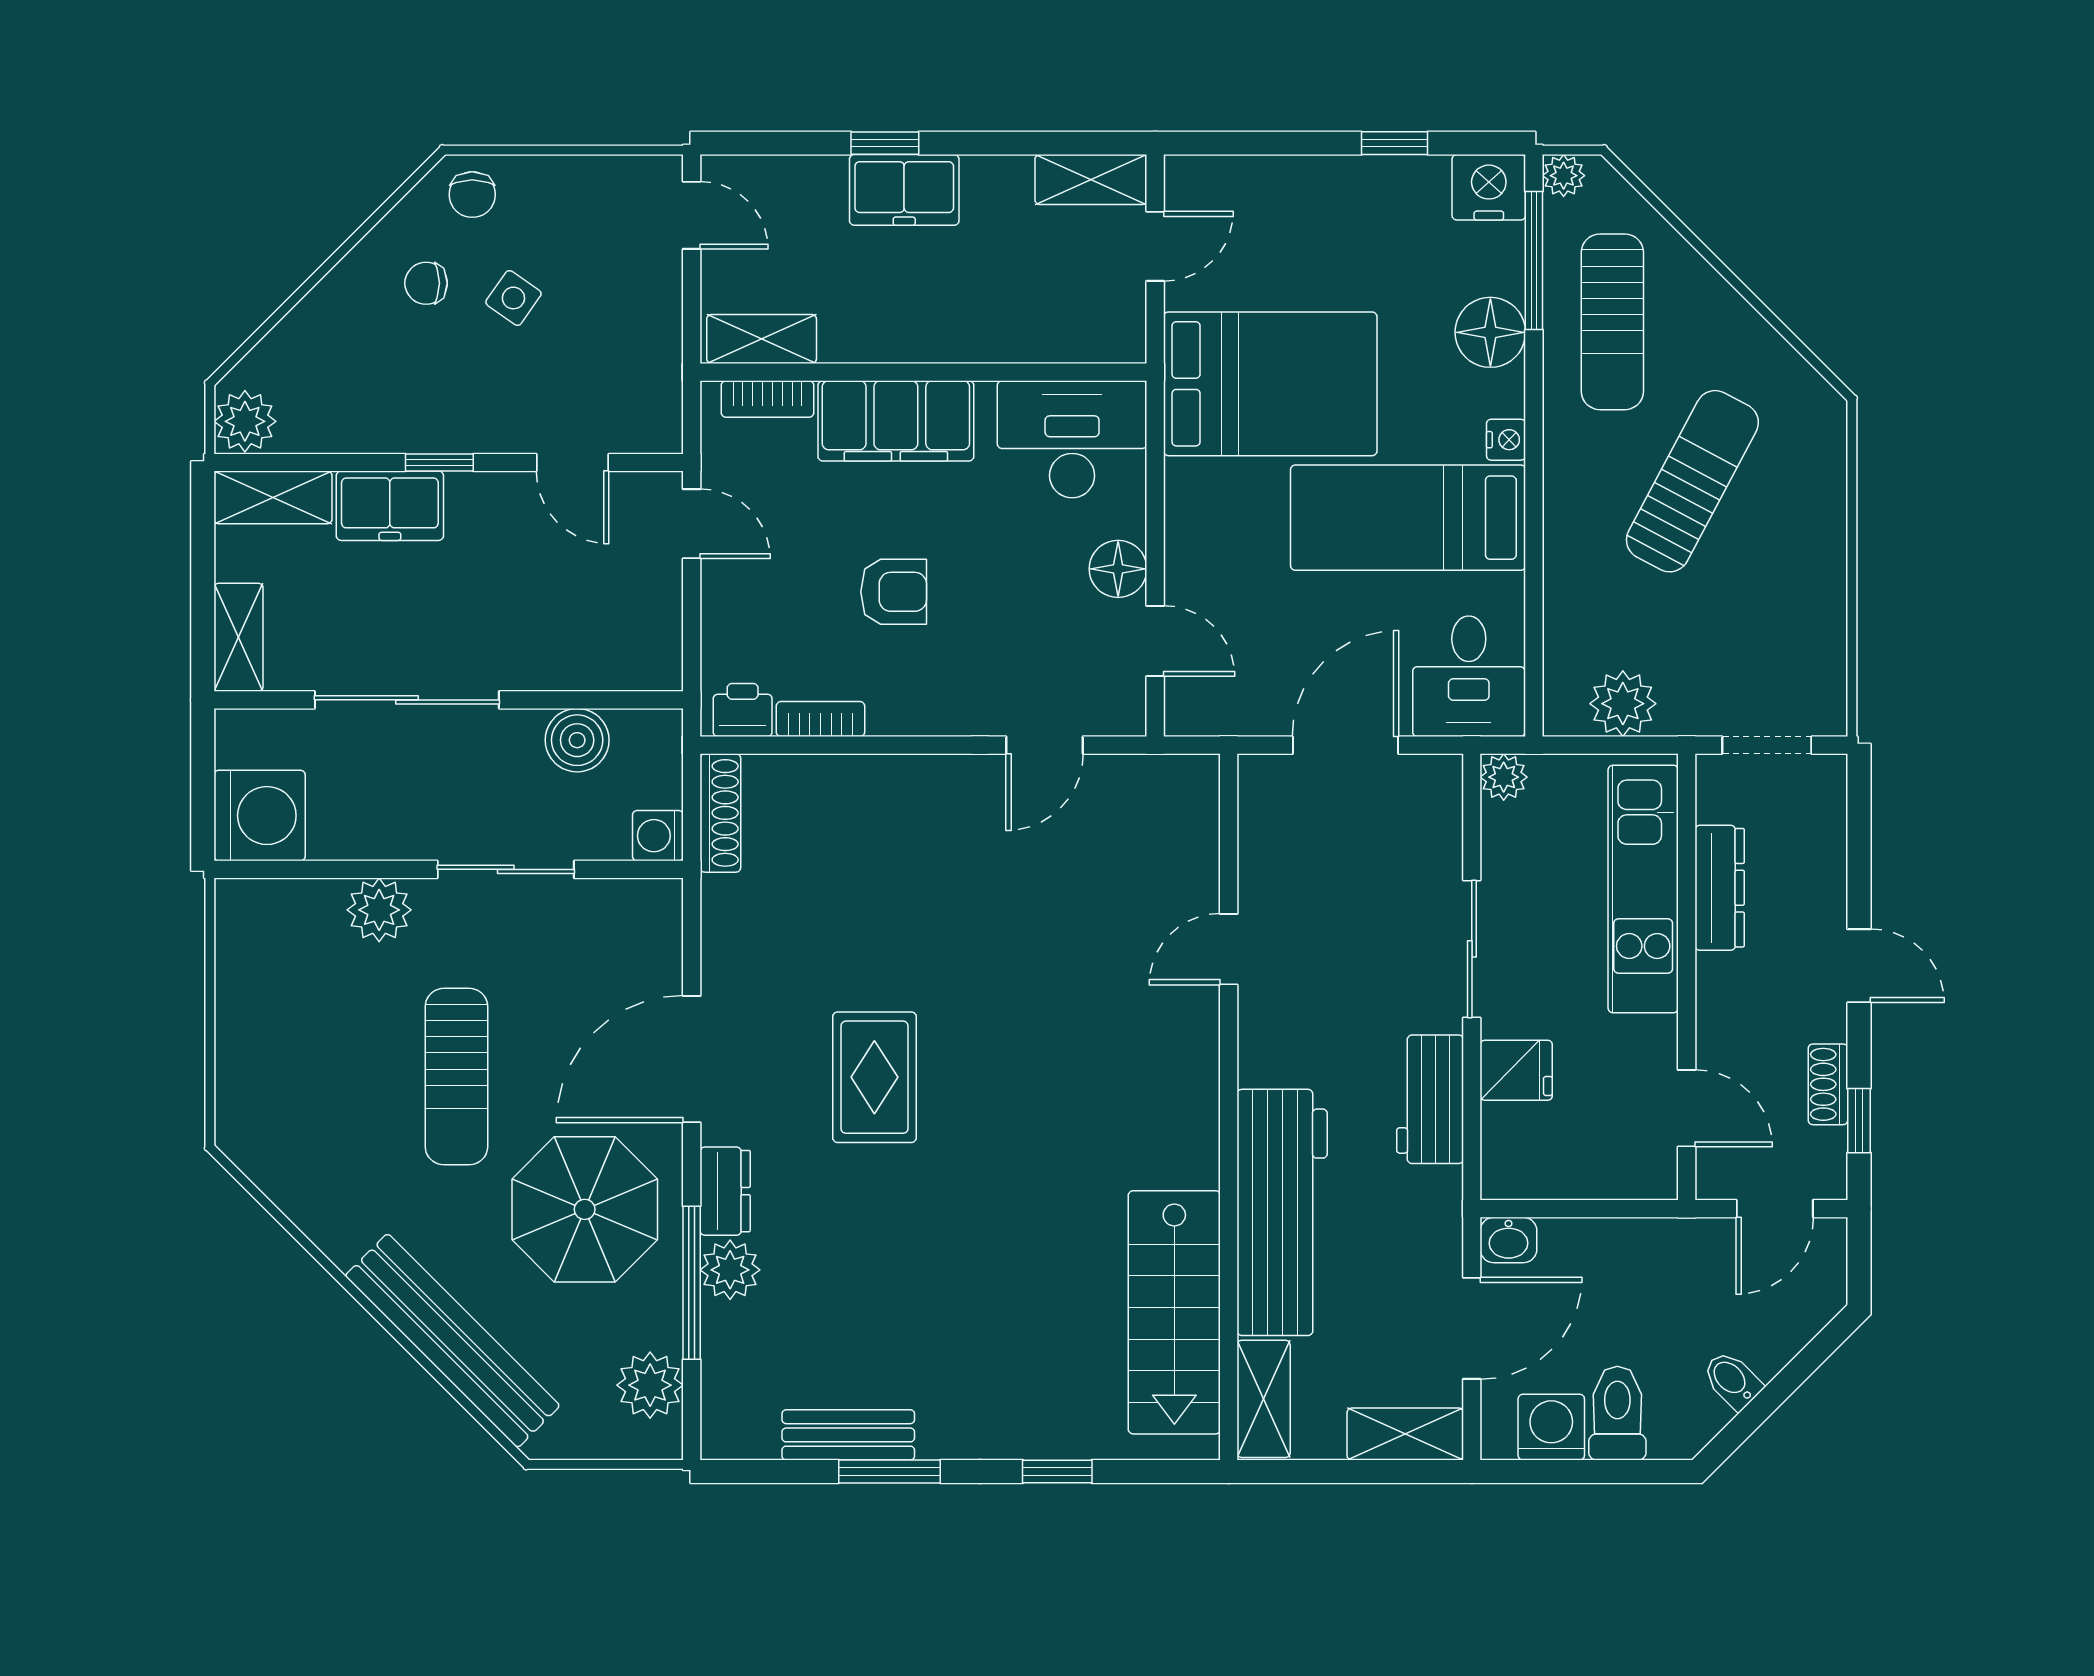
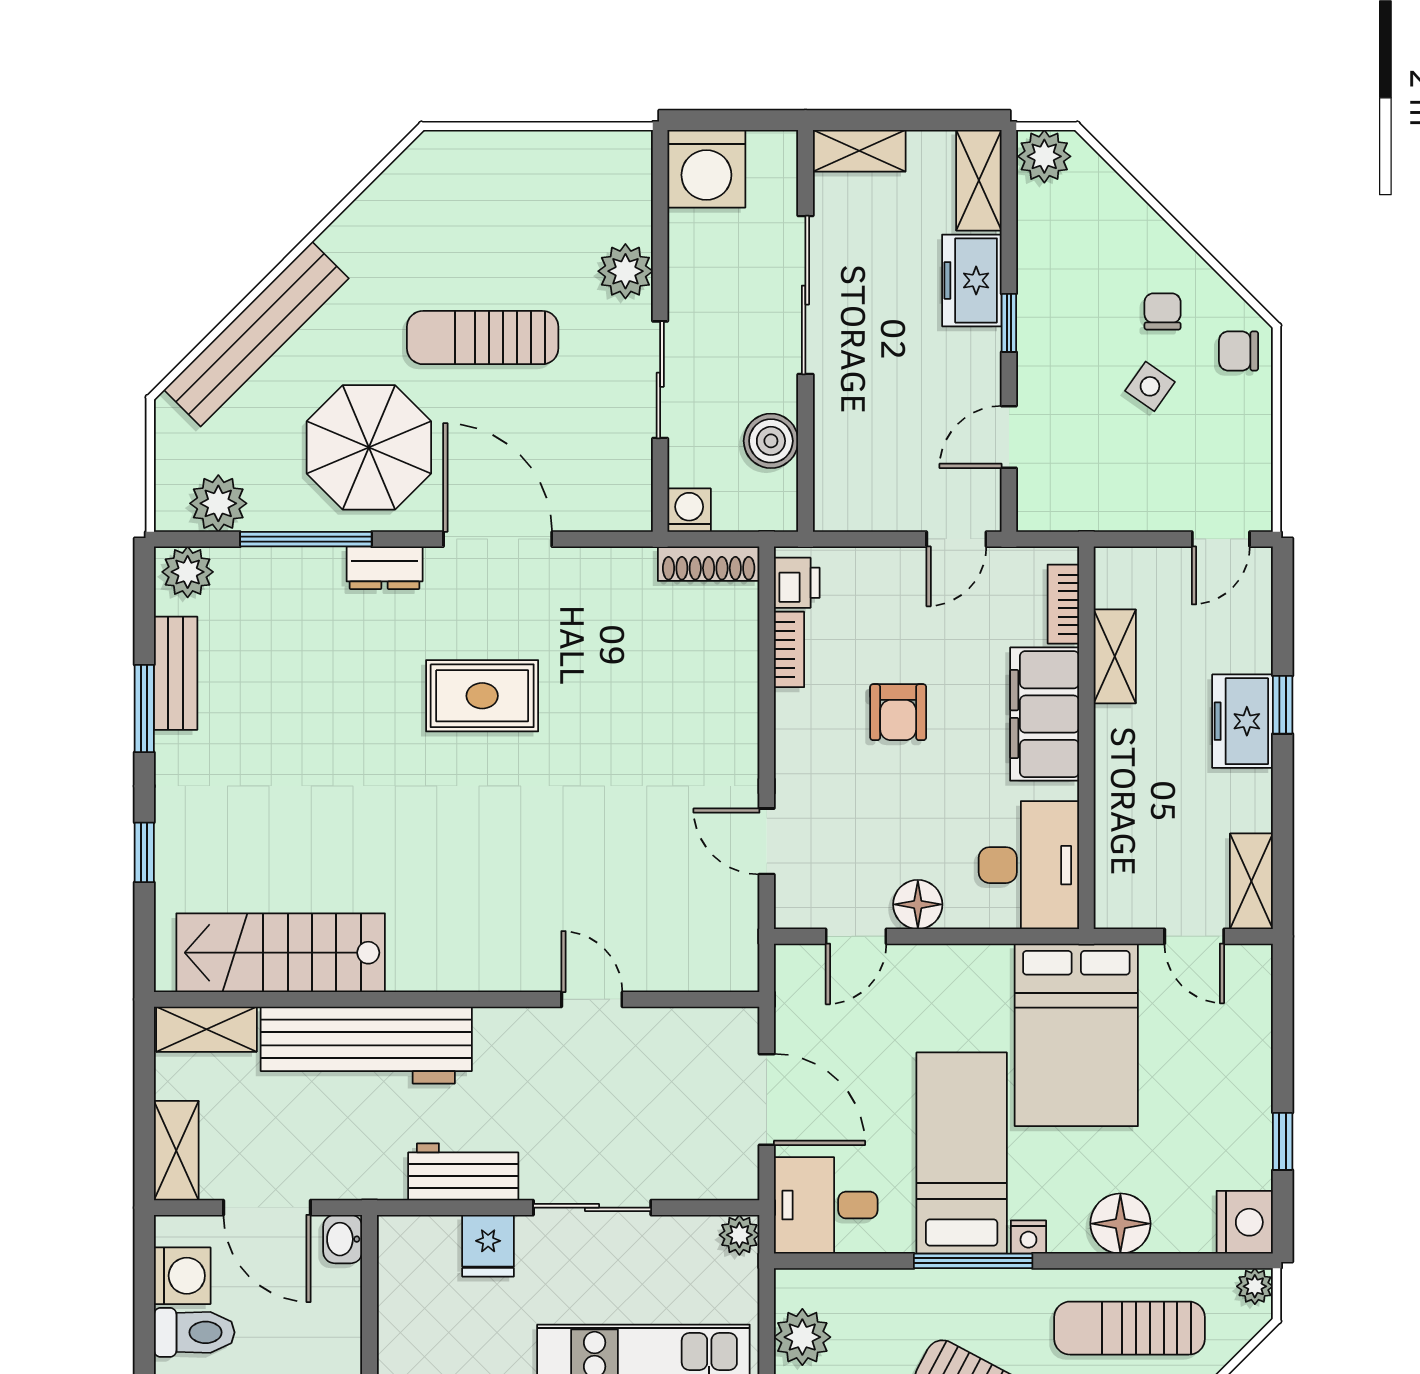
window: (1534, 261) -> (973, 1261), moved
shelving: (762, 339) -> (1115, 656), moved
plant: (730, 1270) -> (188, 572), moved

